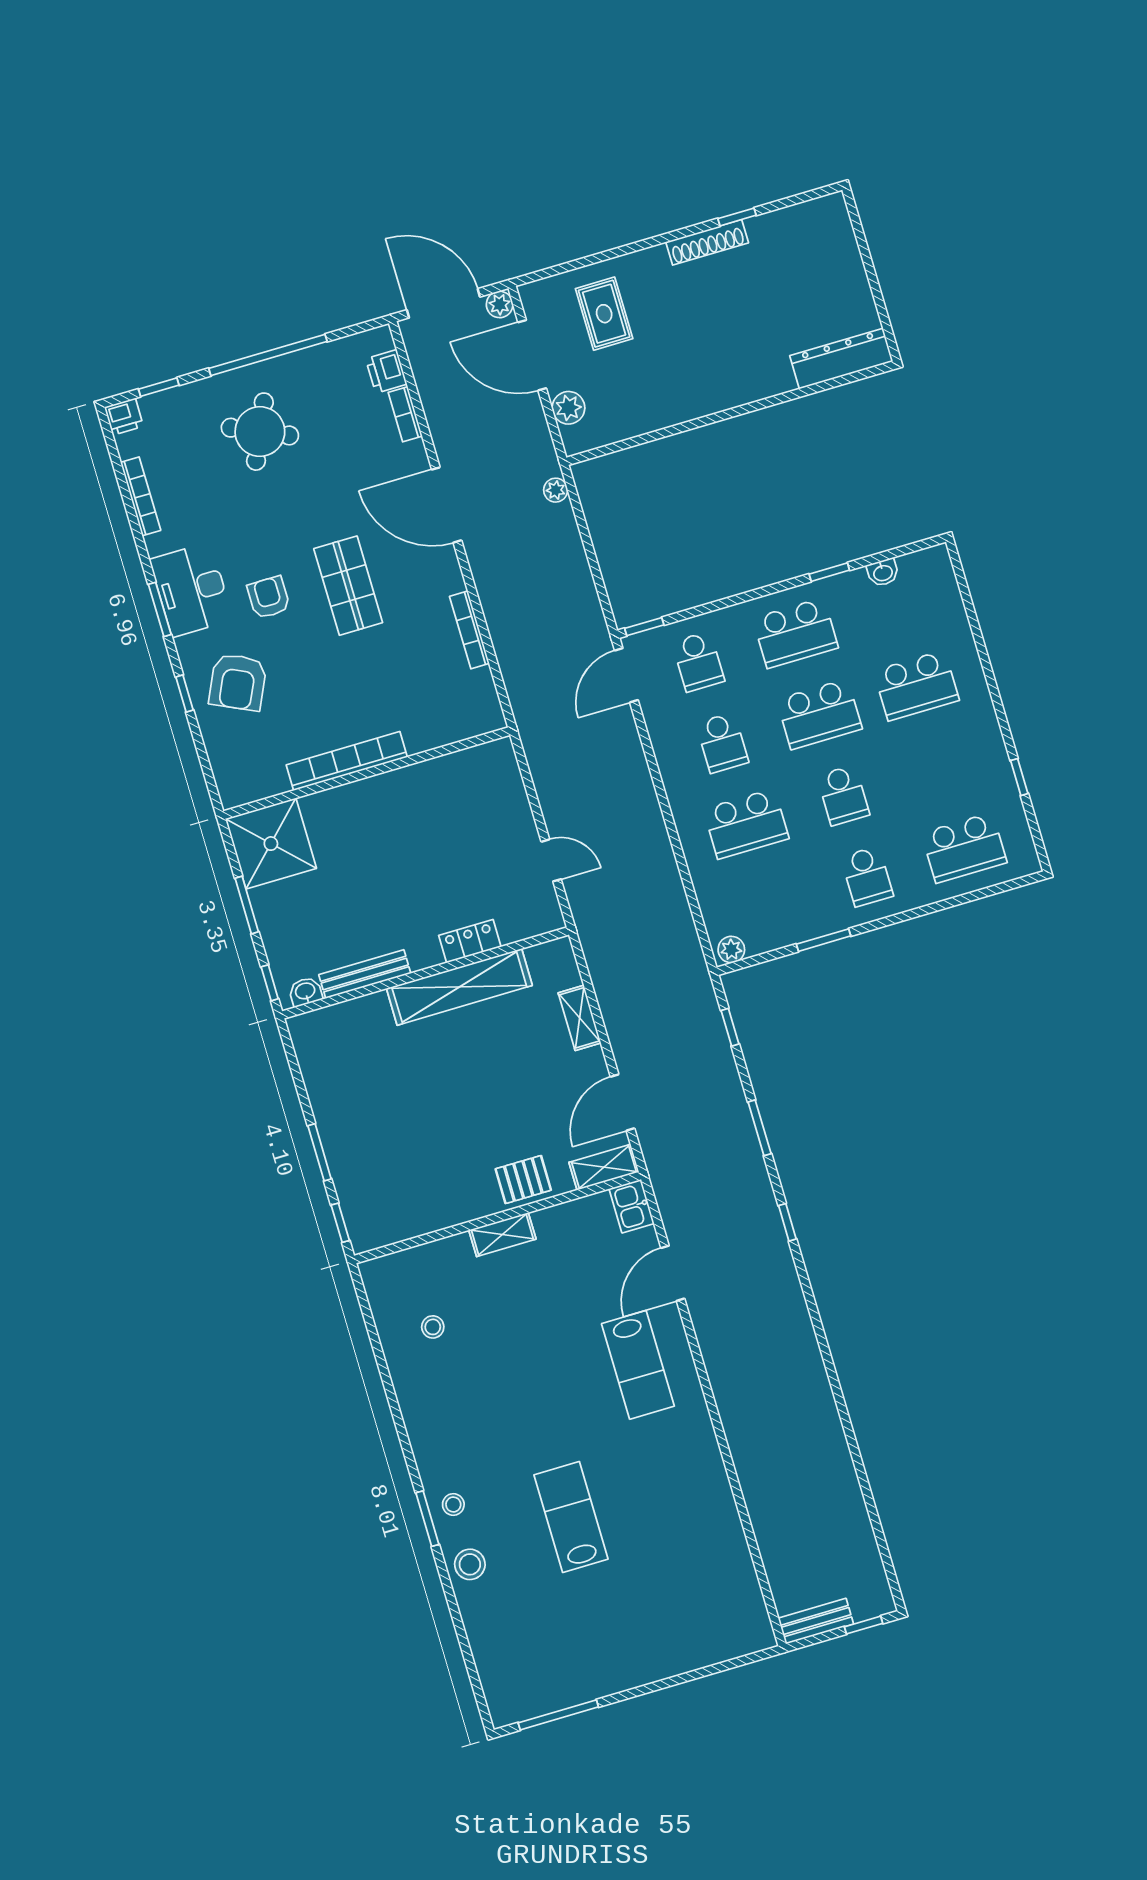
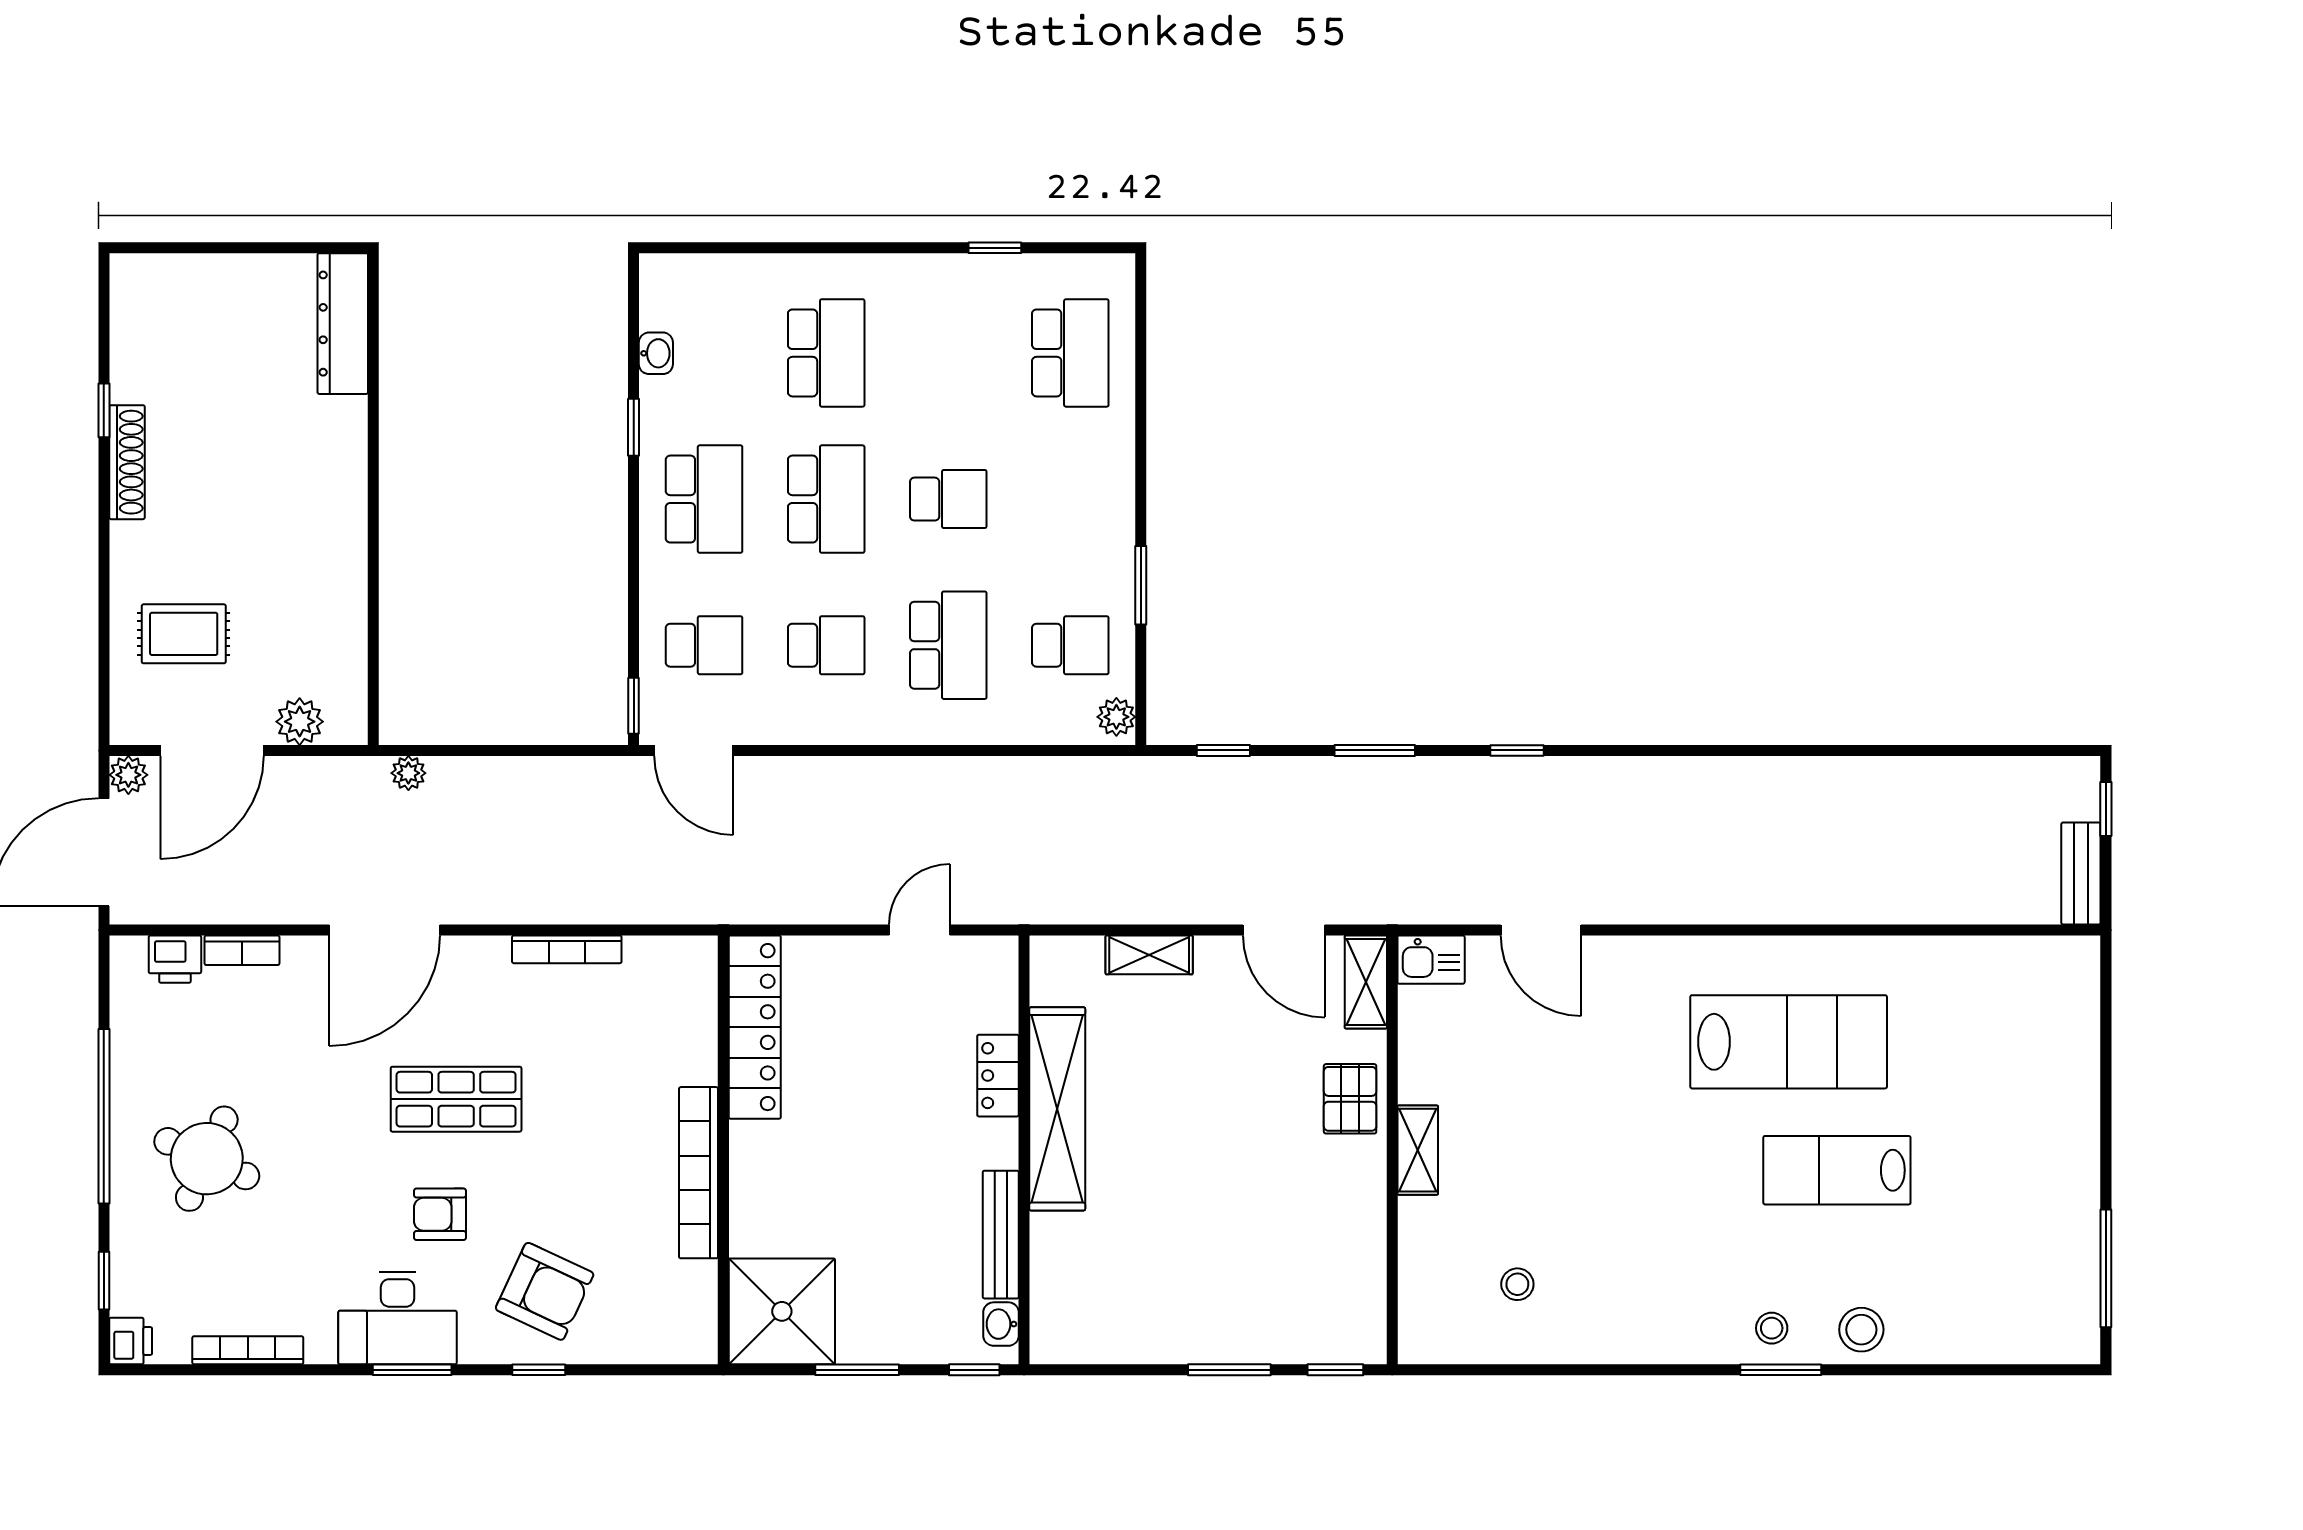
locker: (454, 770) -> (755, 1027), added
school desk: (867, 876) -> (1070, 645), moved
lab bench: (638, 1365) -> (1789, 1042), moved, width x1.36, depth x1.39

